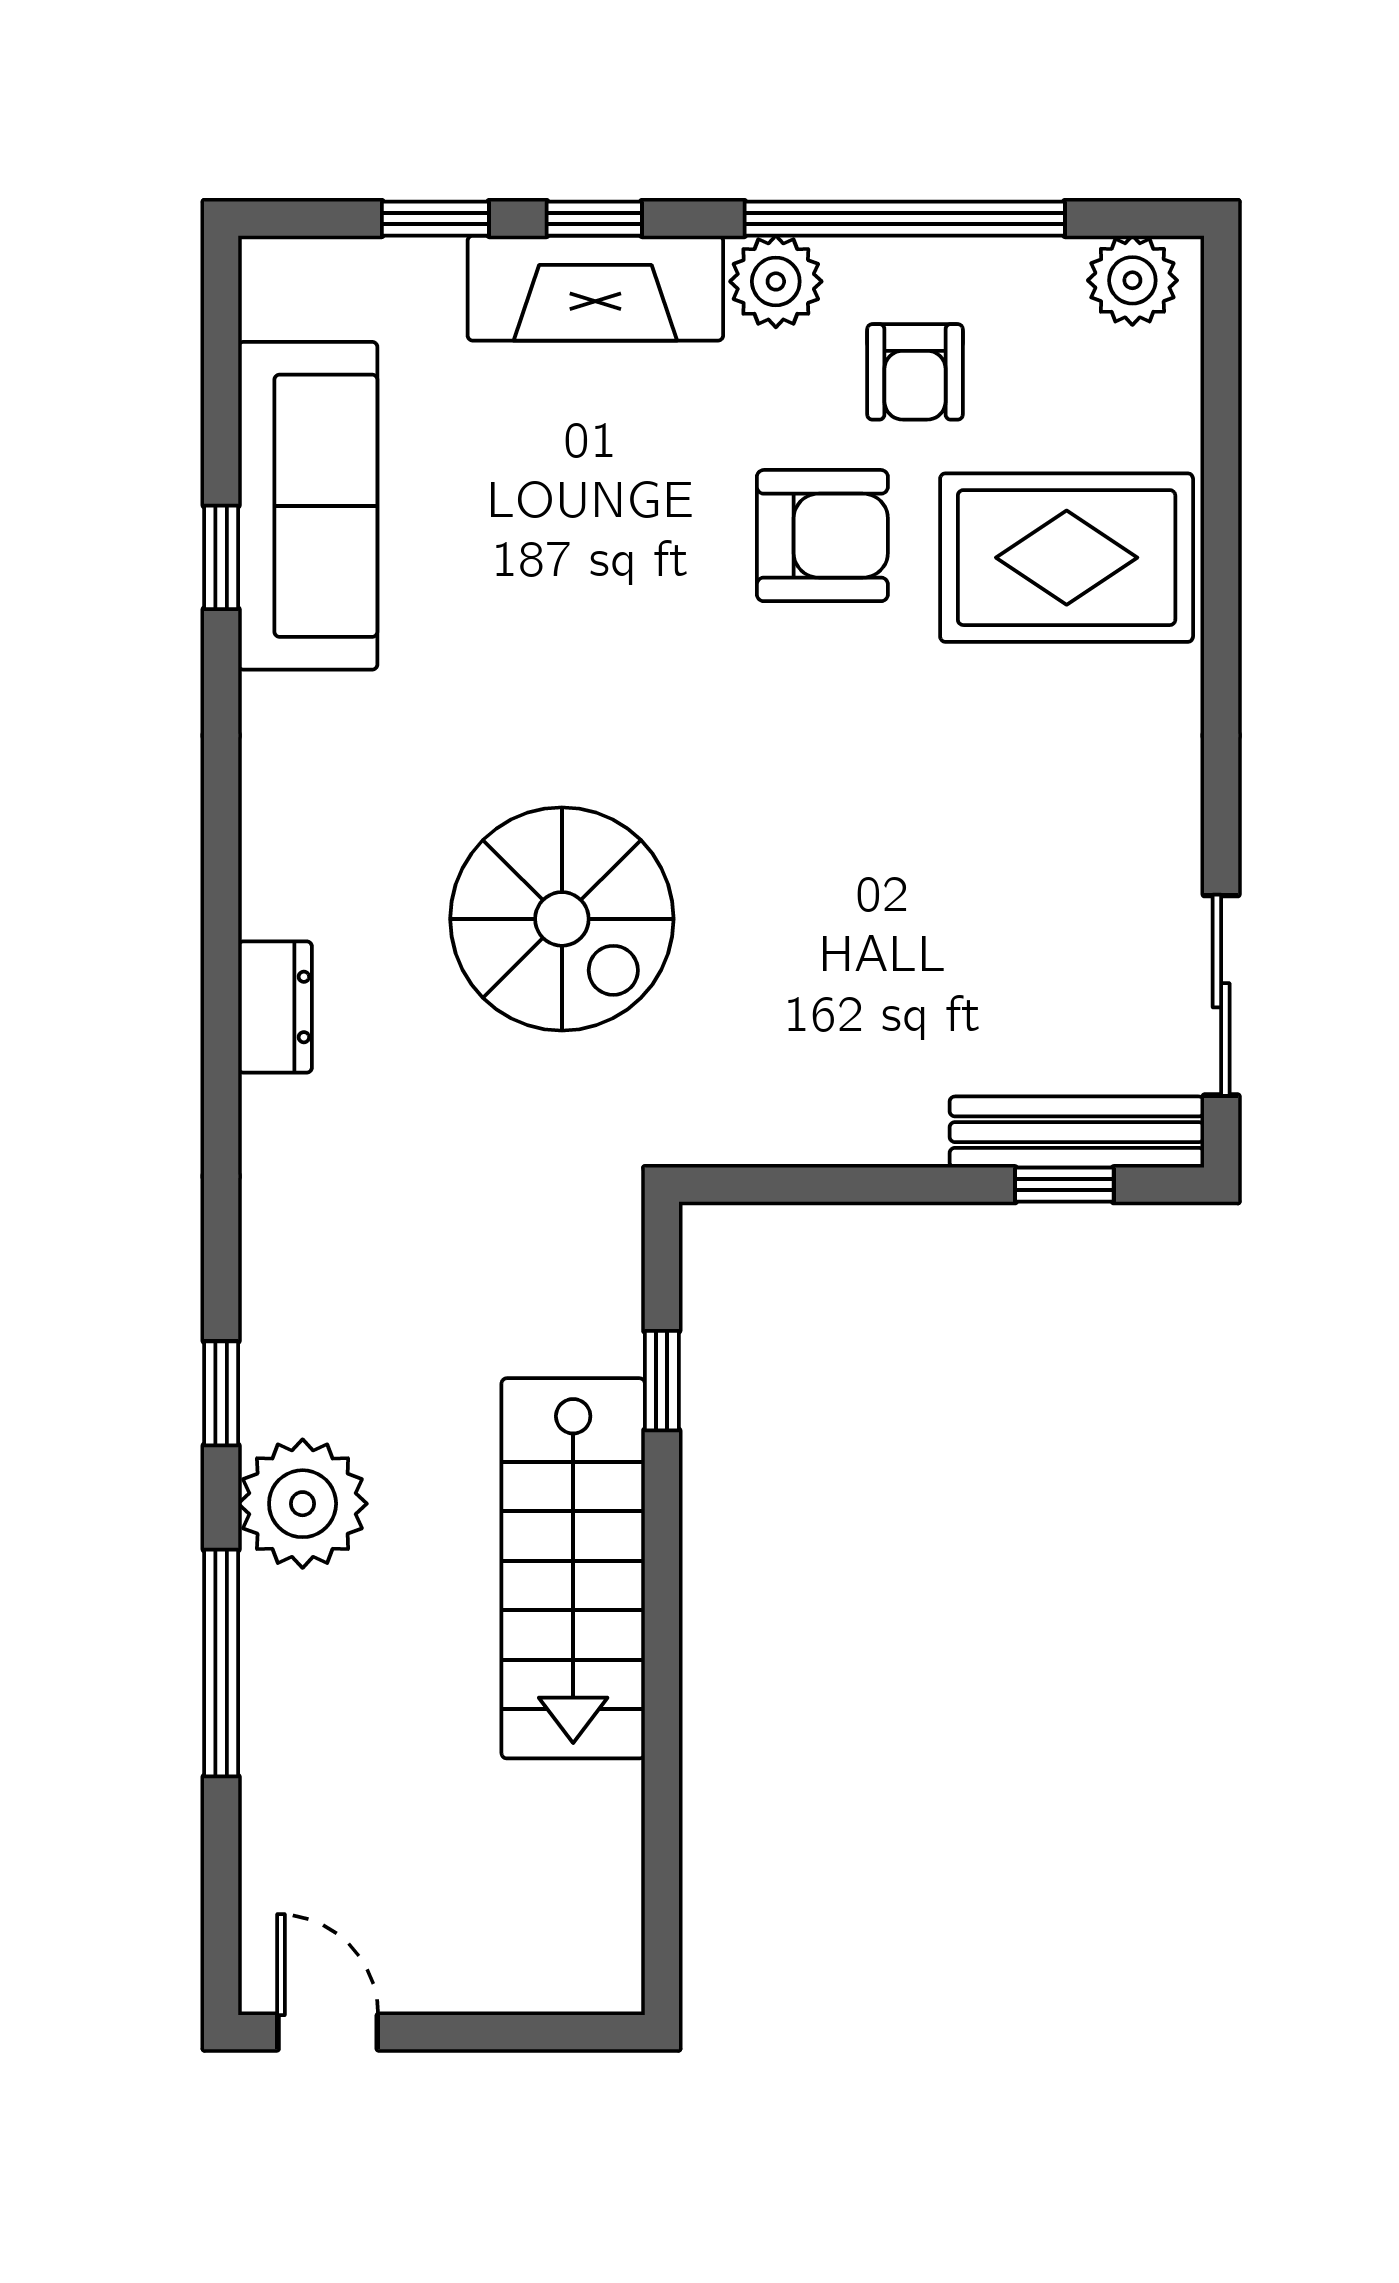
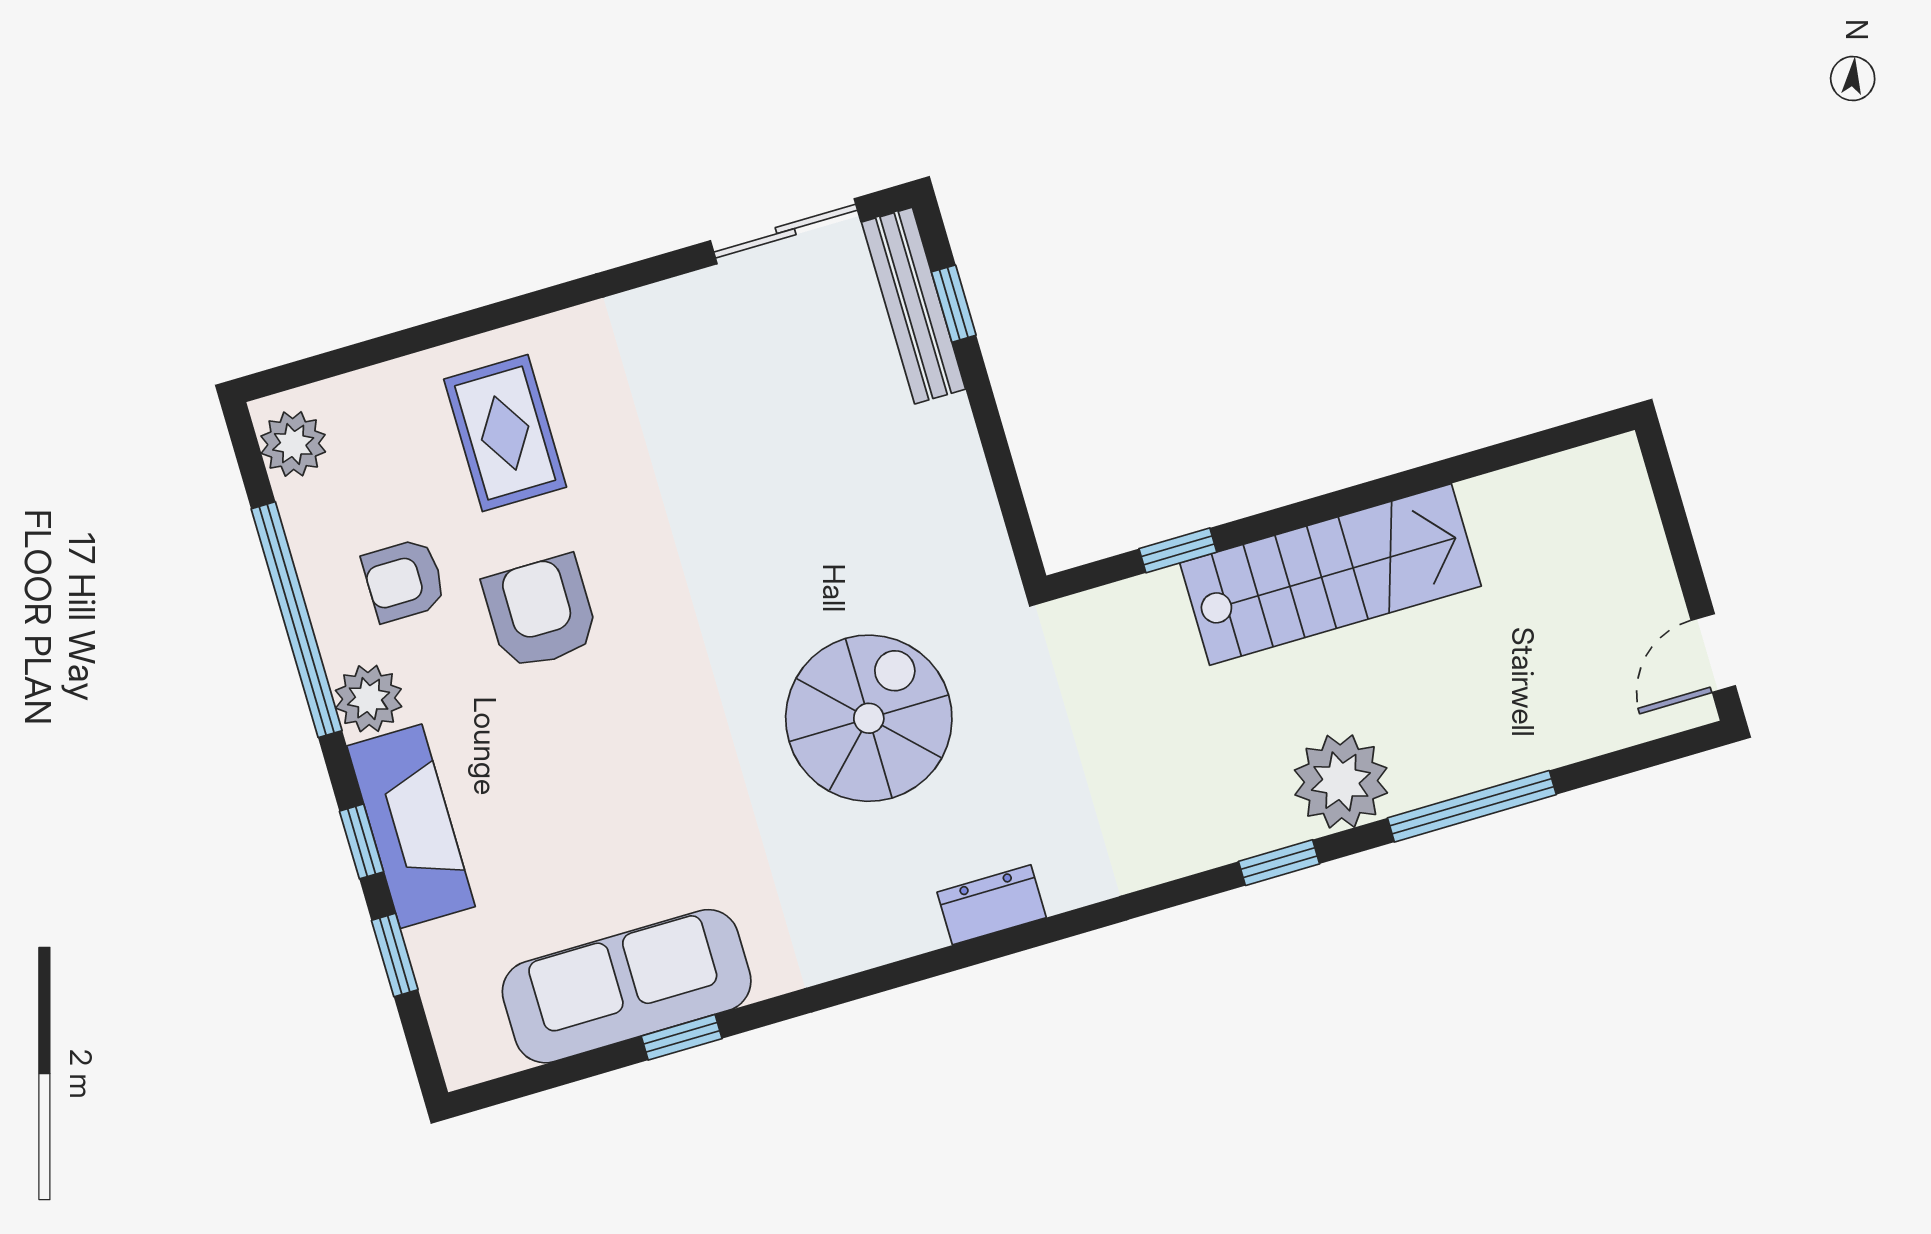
armchair: (915, 372) -> (404, 580), turned 180
rug: (1067, 558) -> (505, 433), width x0.73, depth x0.70

